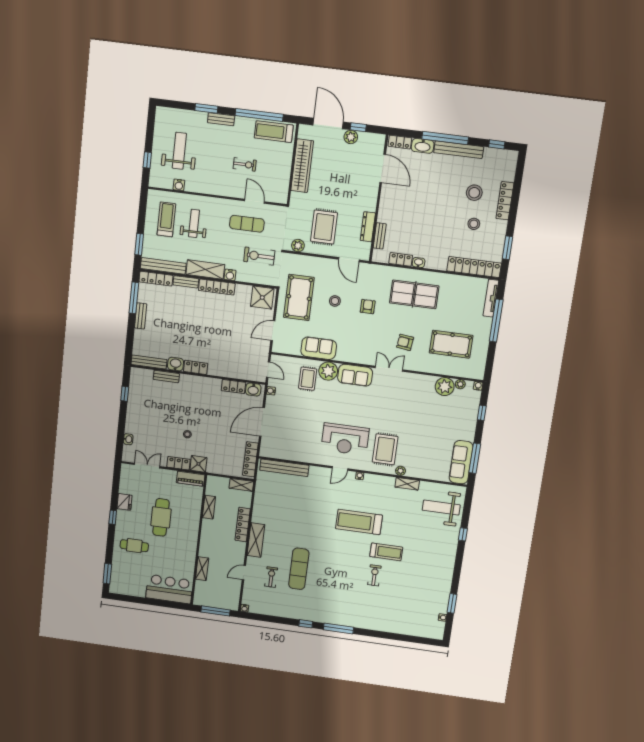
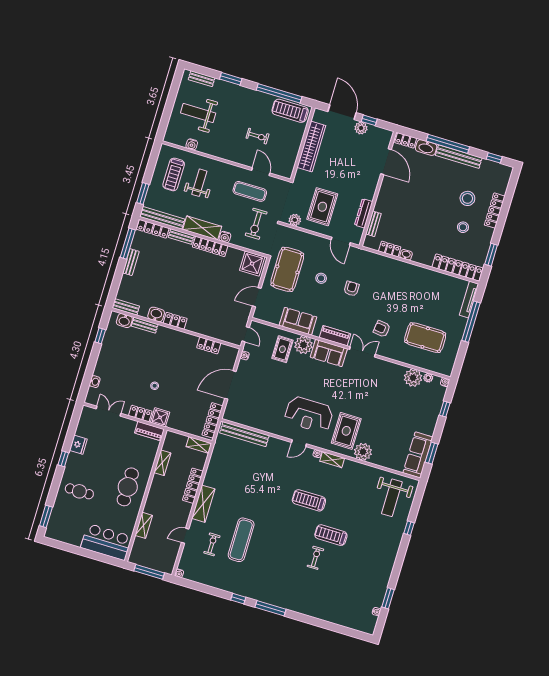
bench: (221, 119) -> (202, 79), moved
weight bench: (179, 151) -> (198, 113), turned -90
window: (147, 160) -> (166, 116), removed
treadmill: (166, 219) -> (174, 174), turned 180
exercise bike: (259, 256) -> (256, 224), turned -90
table tennis table: (414, 294) -> (397, 284), removed
piano: (359, 357) -> (335, 336), added
bench: (149, 362) -> (126, 307), width x0.73
washbasin: (253, 390) -> (124, 321), moved
window: (475, 458) -> (432, 453), width x0.69
plant: (400, 471) -> (363, 452), width x1.88, depth x1.88
shelving: (407, 484) -> (332, 460), moved
weight bench: (441, 508) -> (392, 498), turned -90
cafe table: (161, 517) -> (128, 487), moved
treadmill: (359, 522) -> (309, 500), width x0.73, depth x0.73
treadmill: (386, 552) -> (331, 535), turned 180

